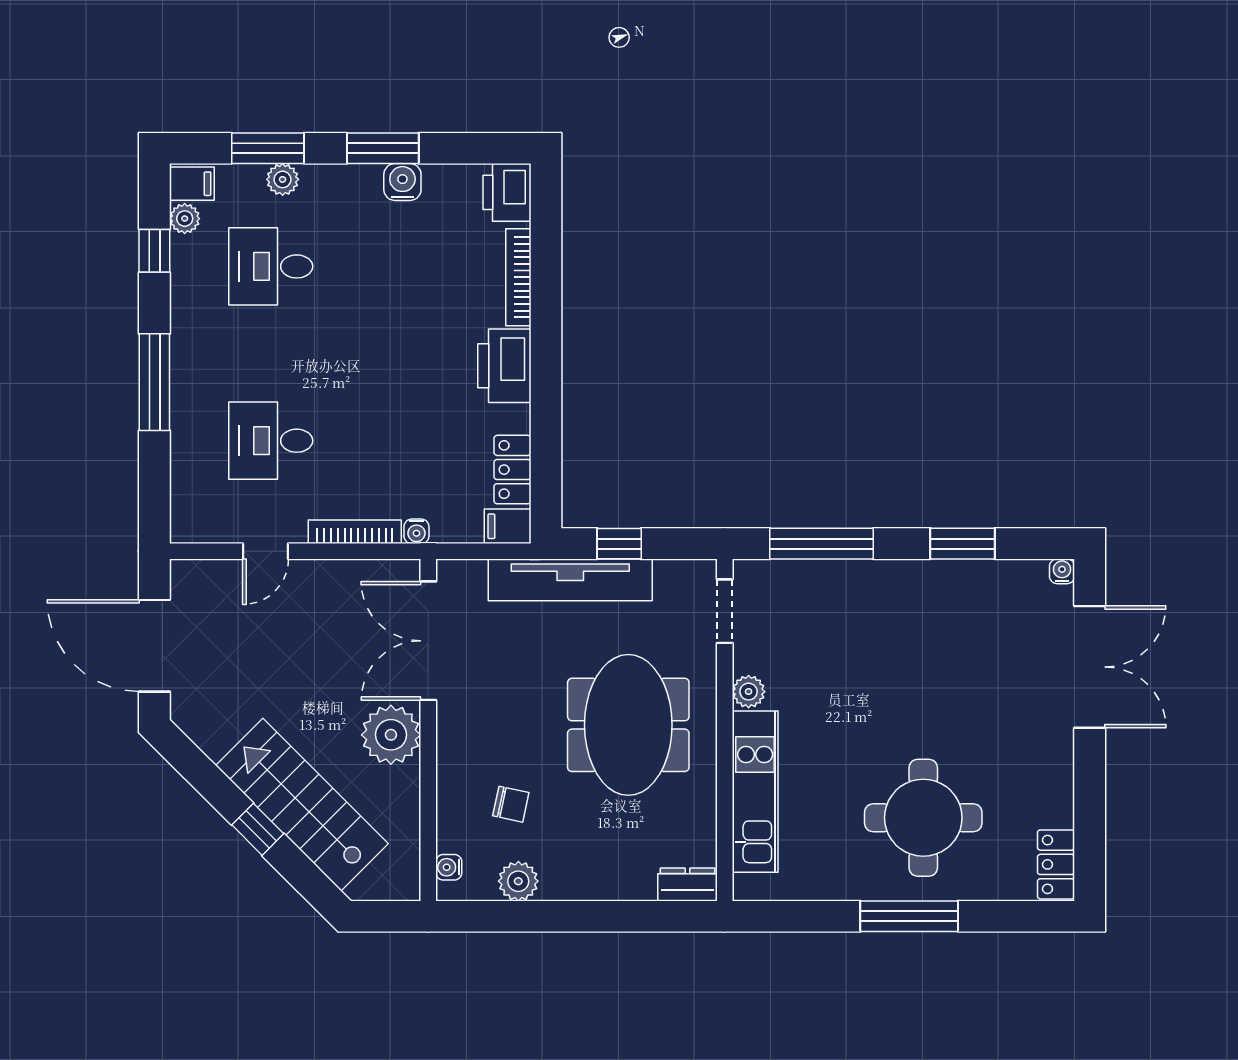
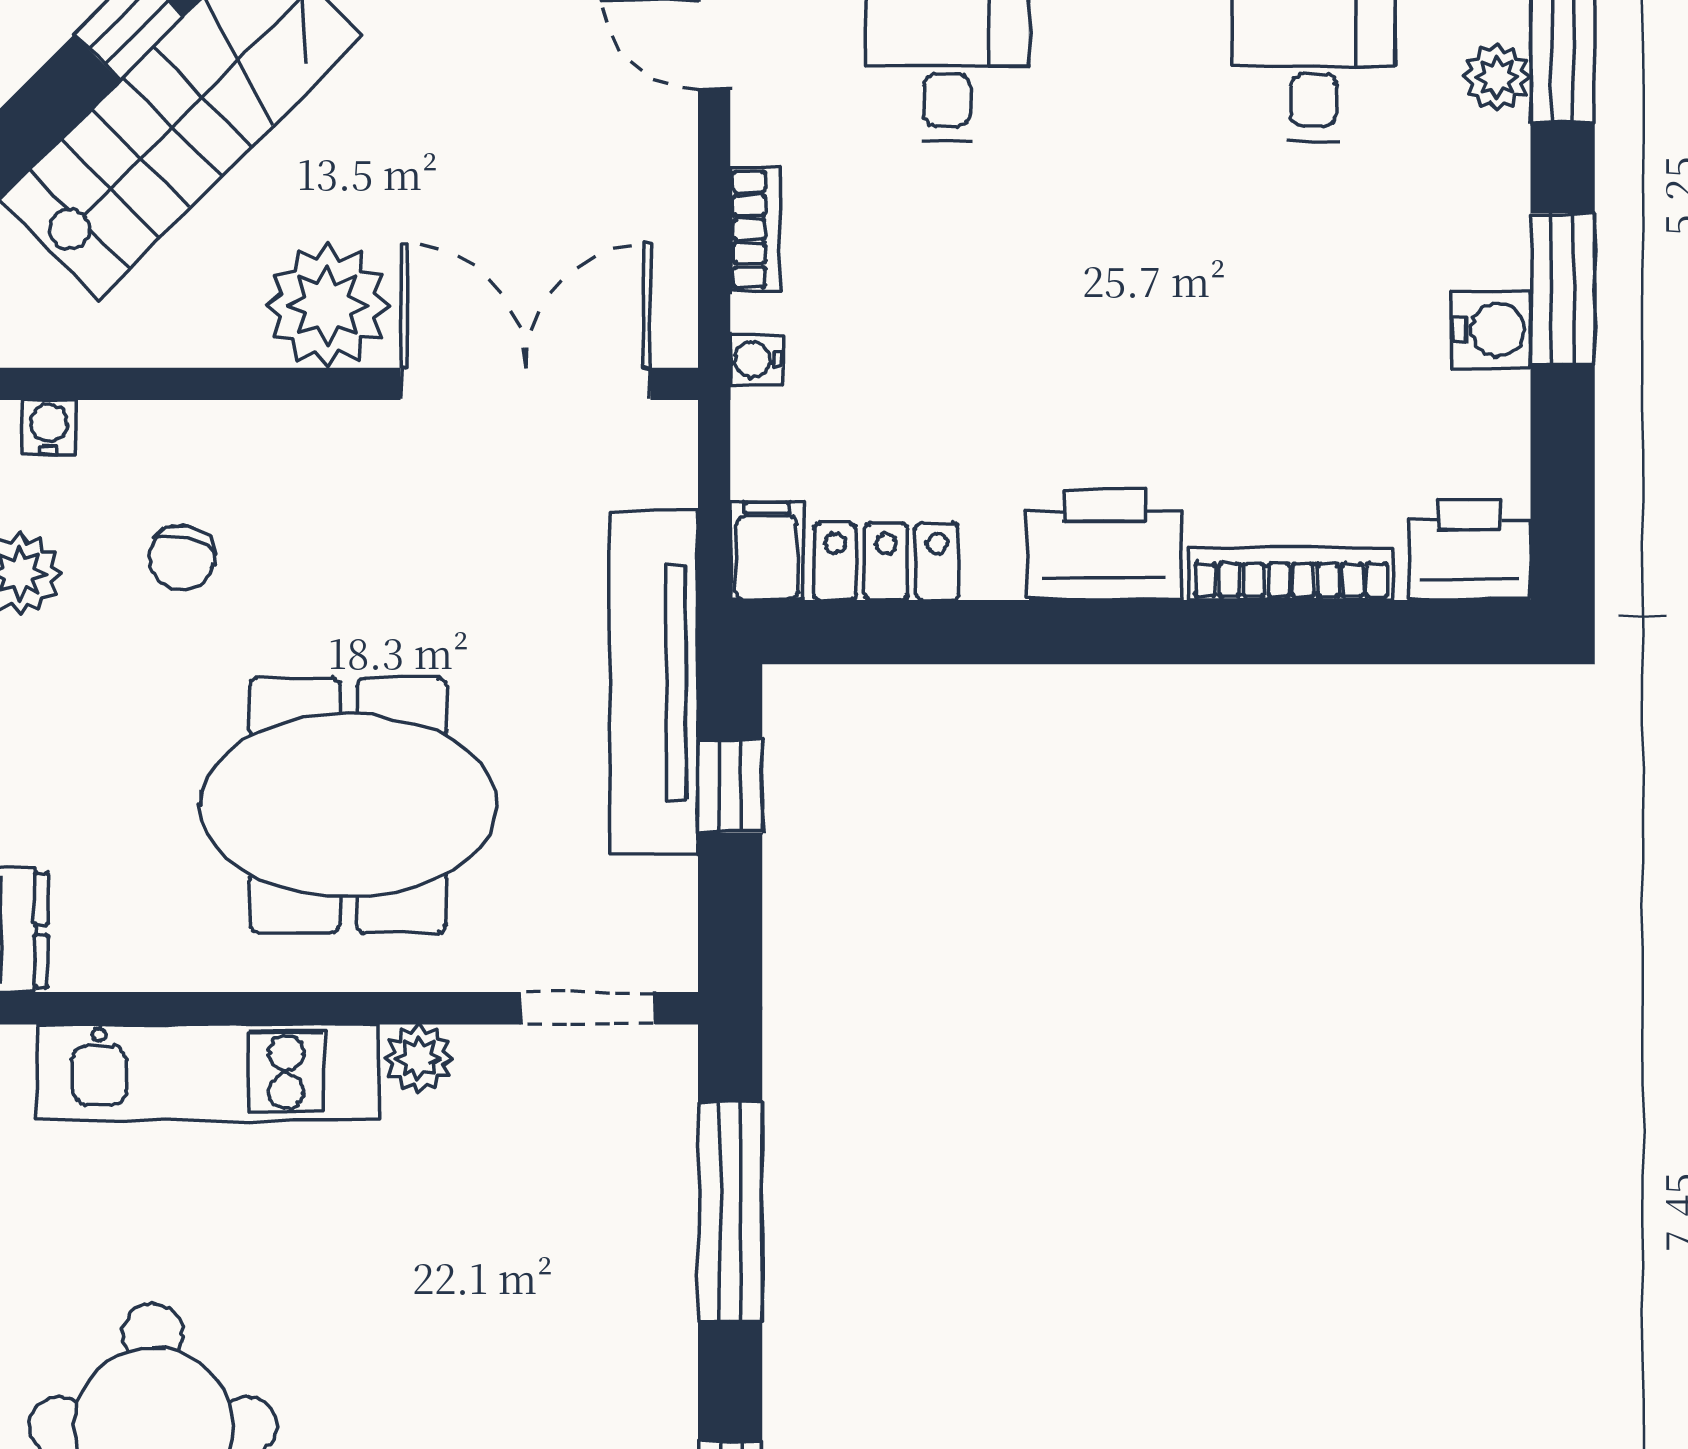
bookcase: (355, 532) -> (755, 229), width x0.64

